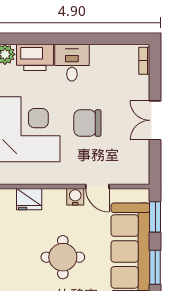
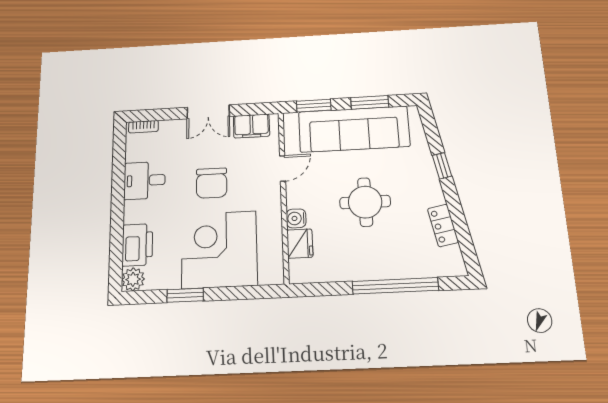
desk: (72, 63) -> (144, 180), moved
filing cabinet: (139, 160) -> (251, 126), added
water cooler: (75, 197) -> (296, 218), moved

